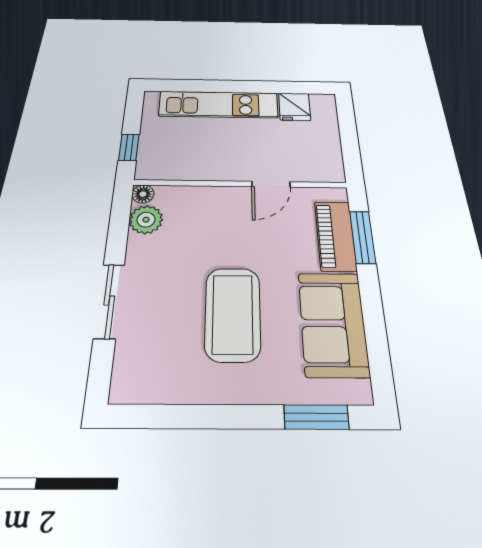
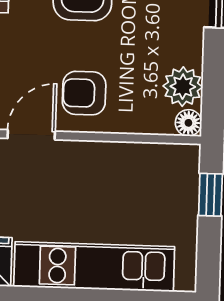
armchair: (229, 214) -> (84, 93), added

